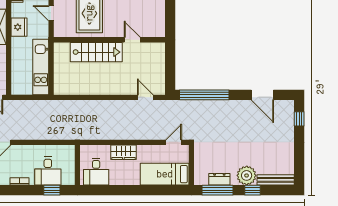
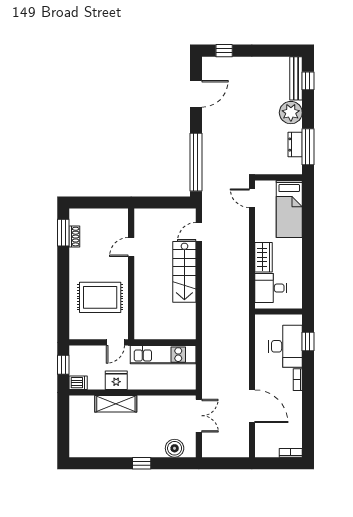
door: (51, 13) -> (115, 342), moved
stairs: (96, 52) -> (184, 272), moved, turned 180
desk: (48, 171) -> (286, 346), width x1.37
desk: (96, 172) -> (271, 288), moved, turned 180
window: (253, 190) -> (308, 81), moved

